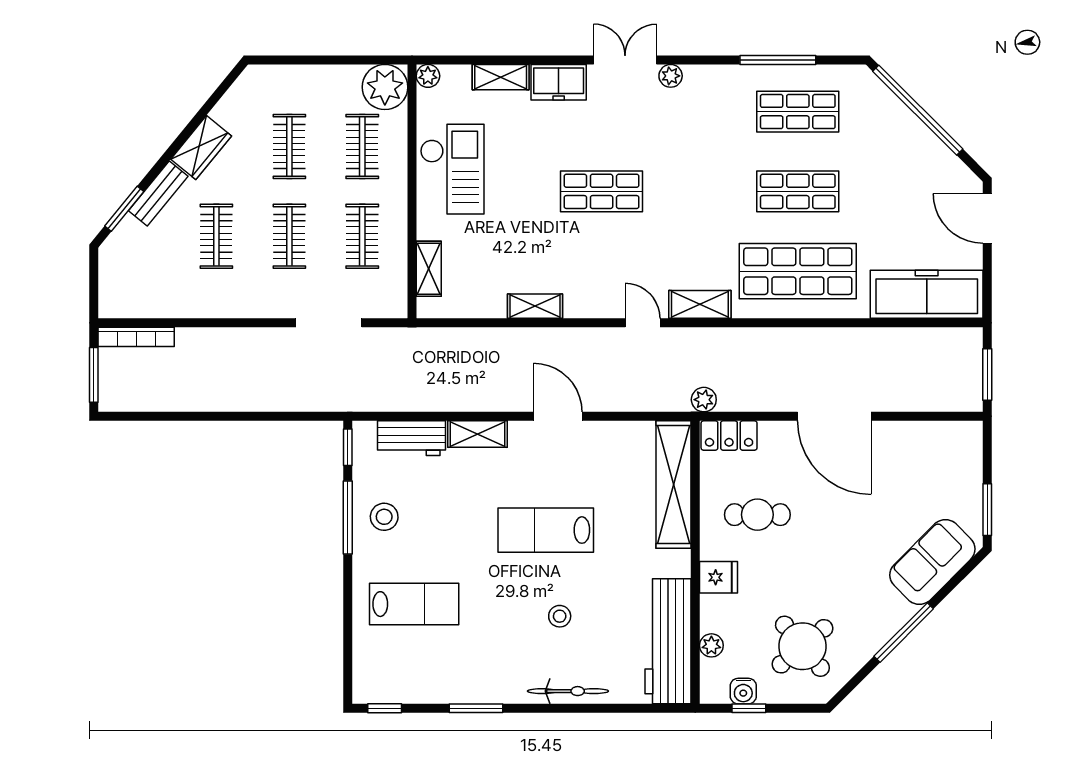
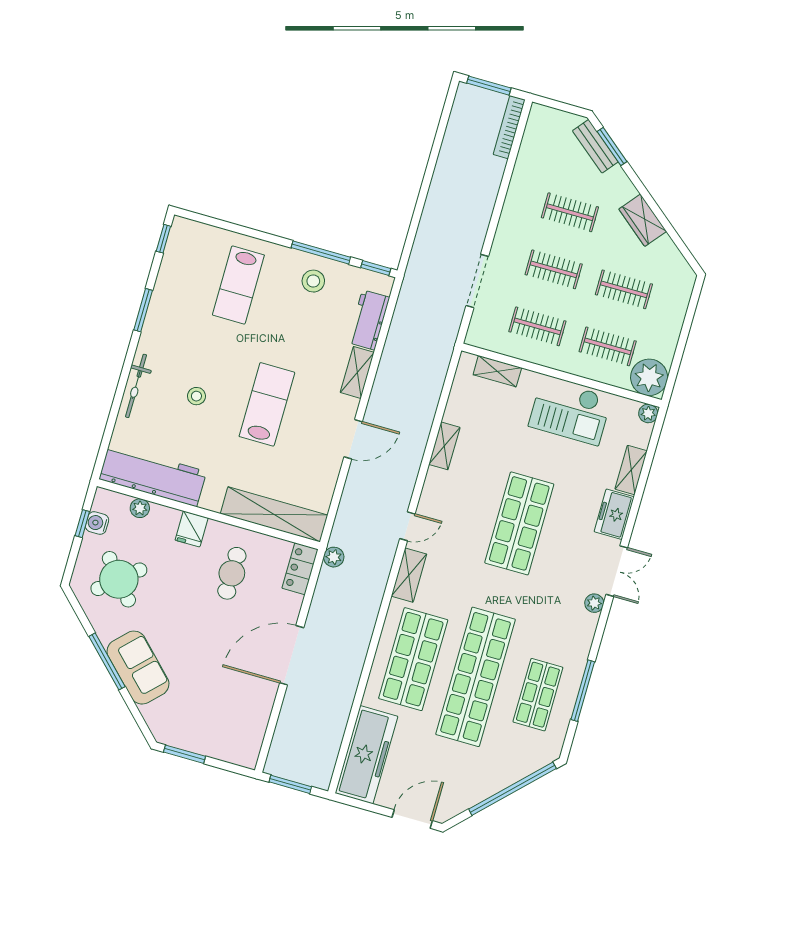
shop shelf: (602, 191) -> (519, 523), width x1.43, depth x1.36
shop shelf: (798, 191) -> (476, 677), width x2.00, depth x1.36
bench: (158, 193) -> (595, 146), moved
sofa: (932, 562) -> (138, 668), moved

